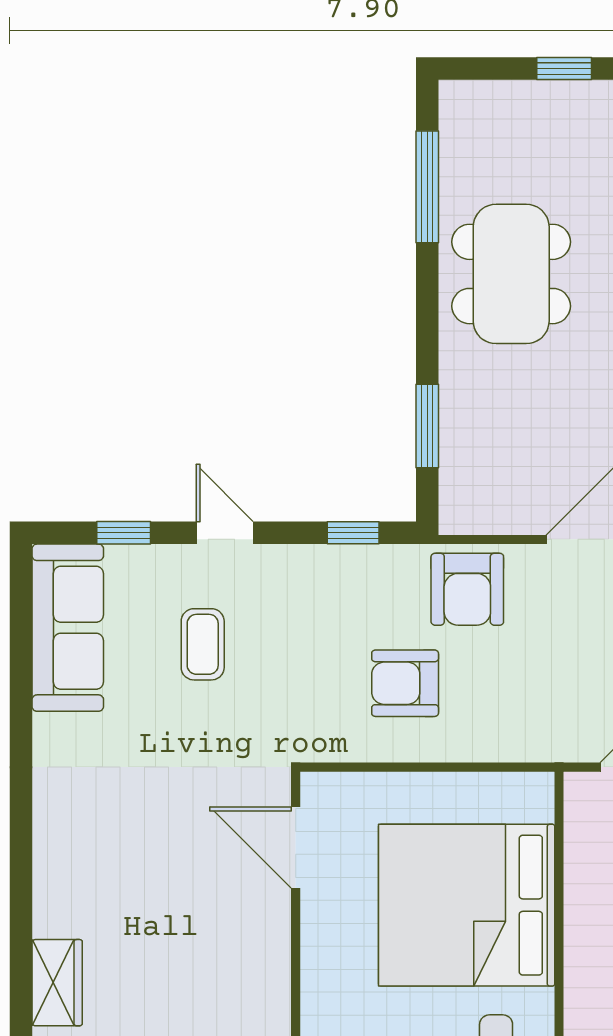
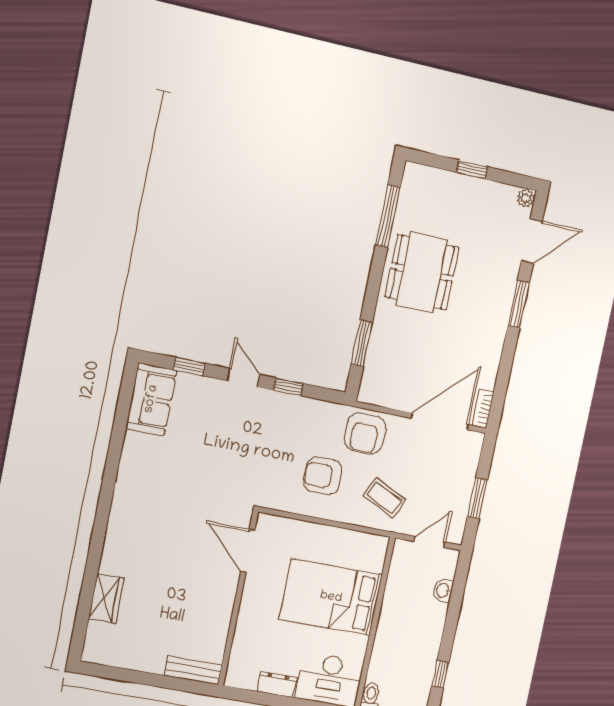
window: (353, 533) -> (288, 387), moved
sofa: (68, 628) -> (151, 399), width x0.73
coffee table: (203, 644) -> (384, 498), moved, turned -64
bed: (467, 905) -> (331, 597), width x0.73

